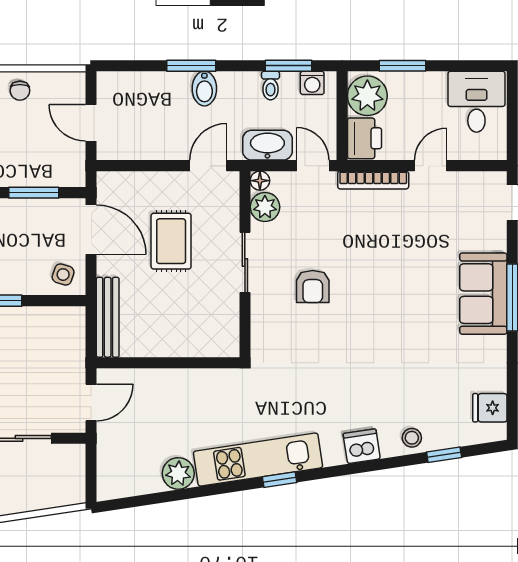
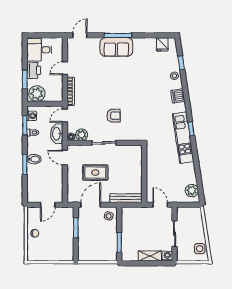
printer: (364, 138) -> (34, 70), moved, turned 90
door: (431, 166) -> (65, 68), hinge flipped
plant: (178, 473) -> (192, 191), moved

